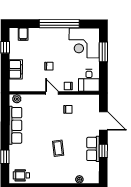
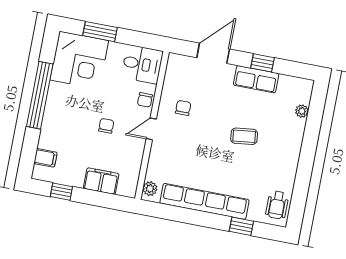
row of seats: (15, 125) -> (204, 201), width x1.36

